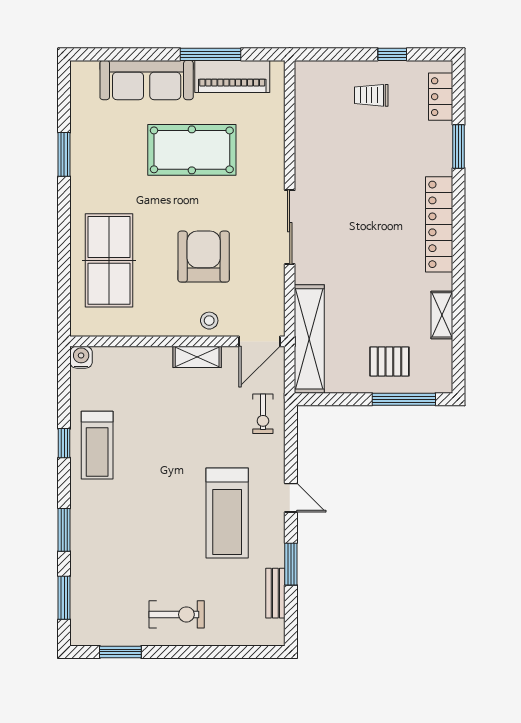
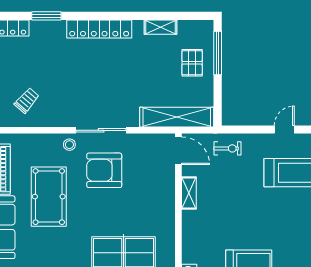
trolley: (371, 95) -> (27, 100), moved, turned -139
armchair: (204, 257) -> (104, 170), moved
stool: (209, 321) -> (69, 145), moved

